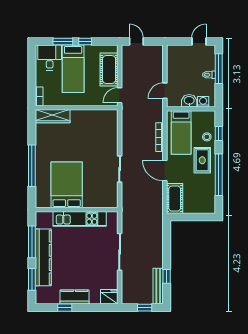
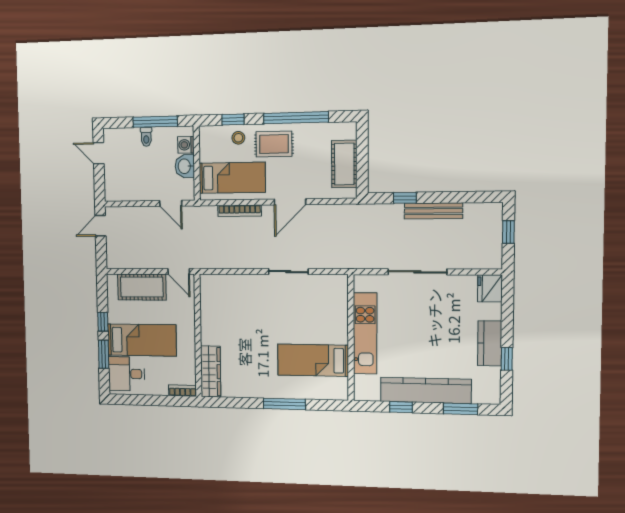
door: (136, 41) -> (100, 226), moved
window: (219, 69) -> (155, 122), moved
window: (32, 166) -> (284, 404), width x0.68
bed: (67, 185) -> (313, 360), width x0.67
cot: (175, 199) -> (344, 164), moved, turned 90
window: (32, 242) -> (401, 407), width x0.46
window: (167, 276) -> (405, 198), moved
bench: (158, 286) -> (433, 211), moved

